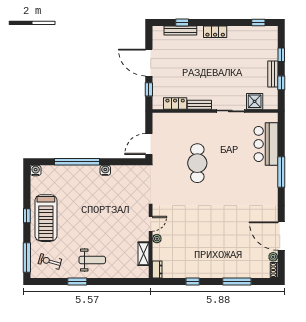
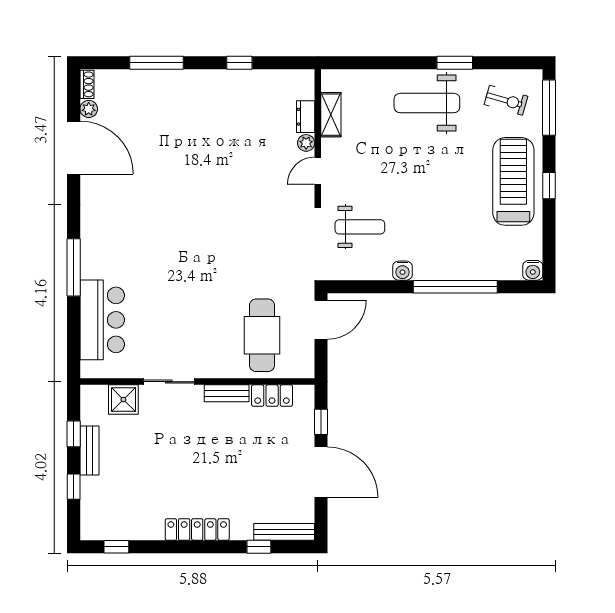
bench: (180, 31) -> (284, 532), moved
locker: (215, 32) -> (197, 530), width x1.53
cafe table: (197, 163) -> (262, 335), moved
weight bench: (128, 194) -> (360, 227), added
weight bench: (92, 260) -> (427, 103), width x1.36, depth x1.33
dresser: (157, 270) -> (306, 117), moved

